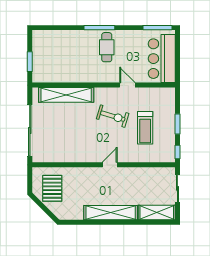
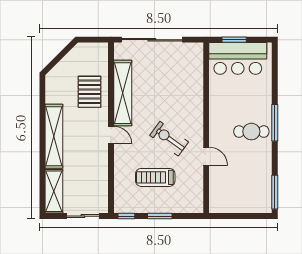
bar counter: (162, 59) -> (238, 58), moved, turned 180
door: (127, 85) -> (206, 156), hinge flipped
shelving: (66, 95) -> (123, 93), moved
exercise bike: (113, 116) -> (169, 139), turned 109
pallet: (52, 188) -> (90, 92), moved, turned 90

